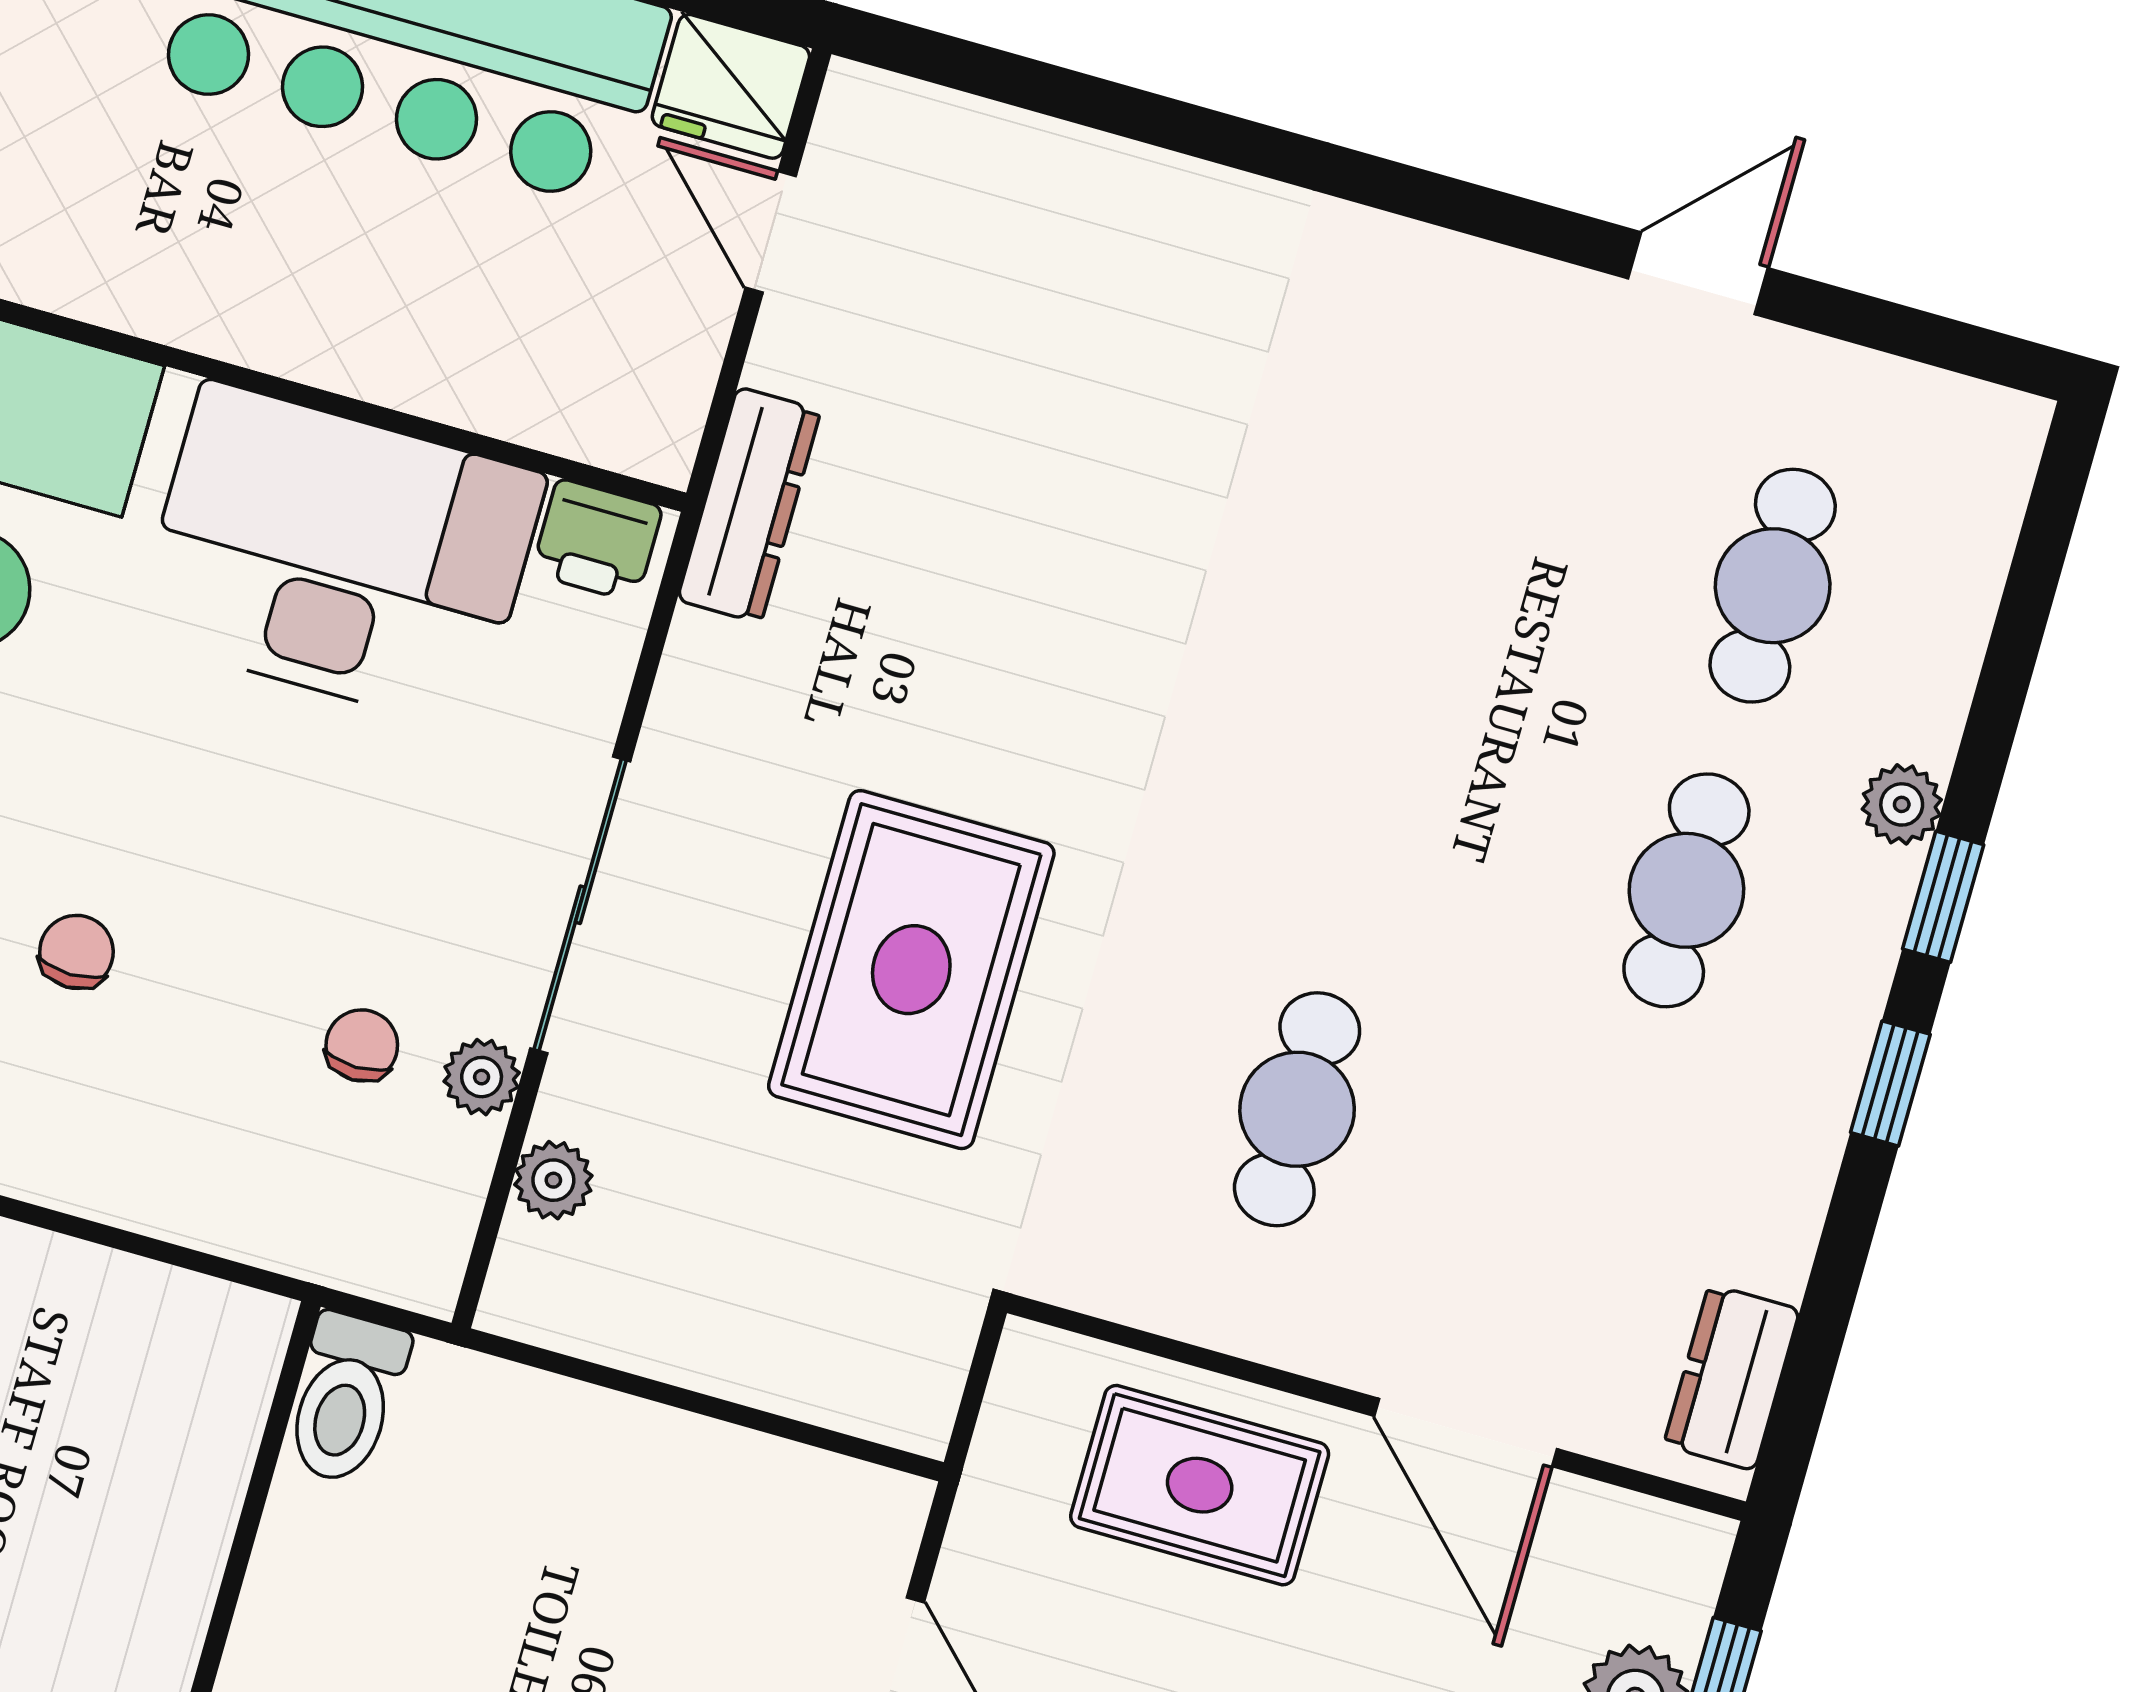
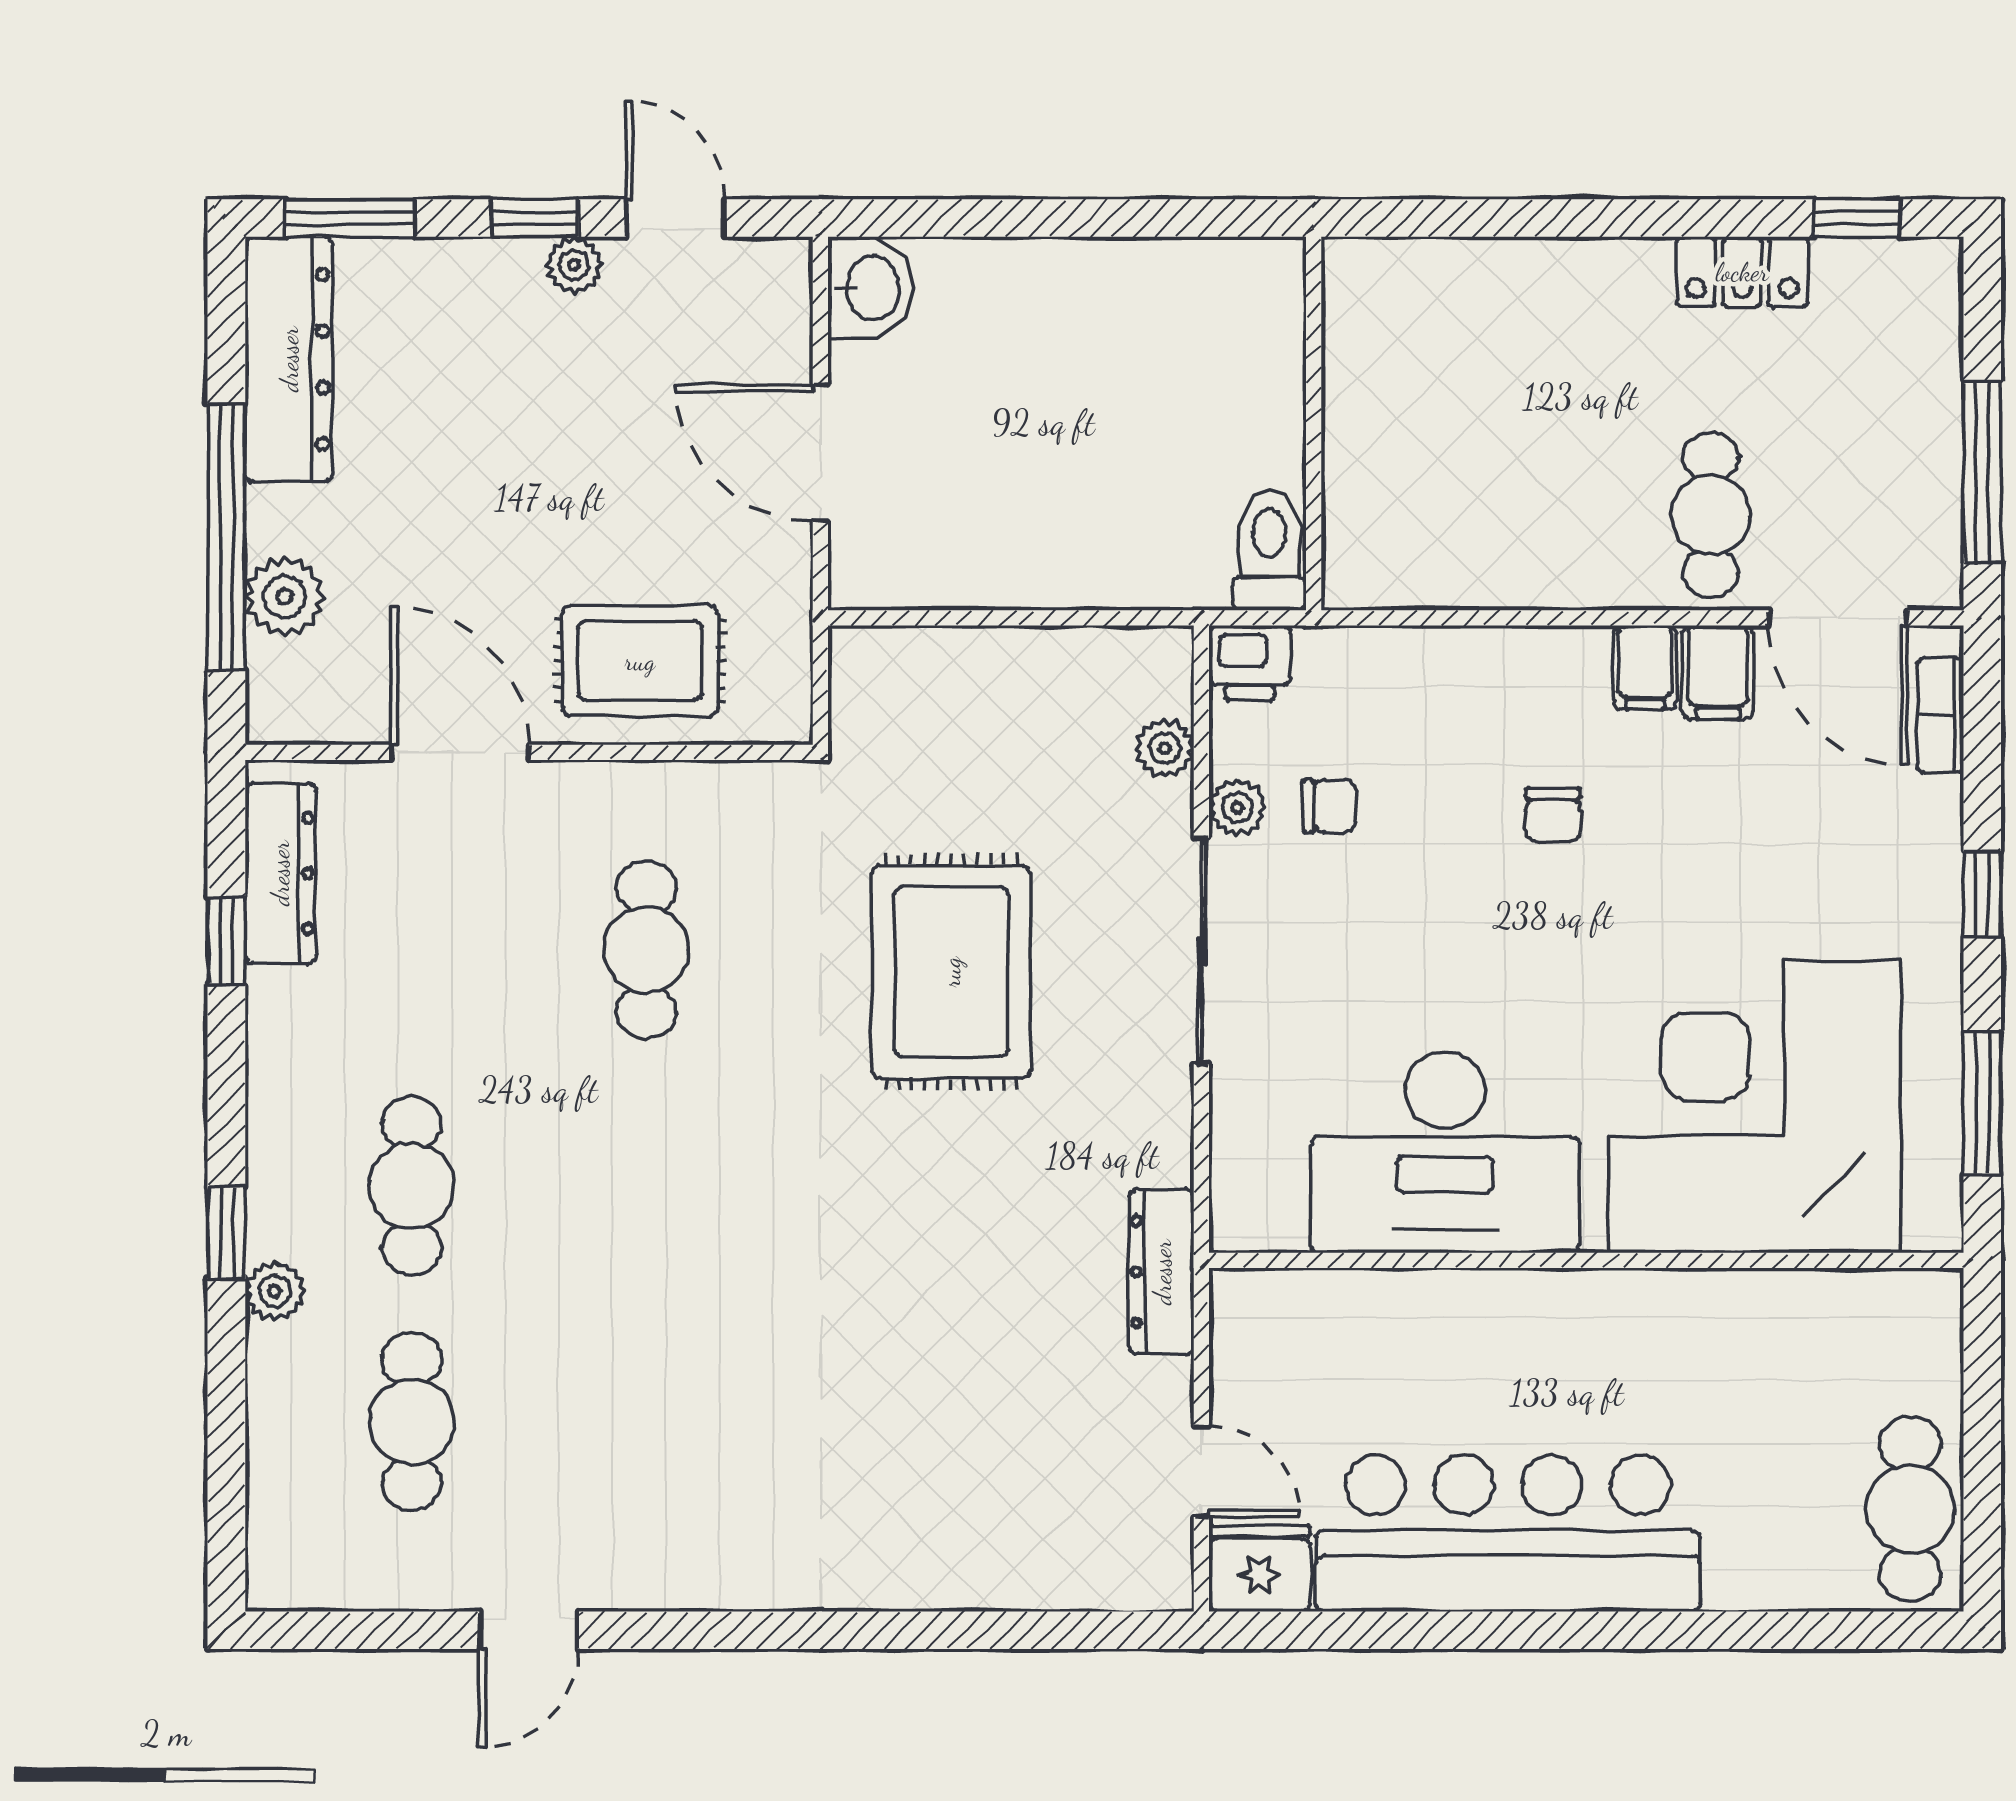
printer: (597, 540) -> (1250, 663), moved, turned 180
chair: (362, 1045) -> (1330, 806), turned -90
window: (1890, 1083) -> (226, 941), moved
dresser: (1732, 1377) -> (280, 873), width x1.44

